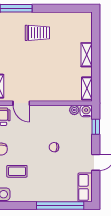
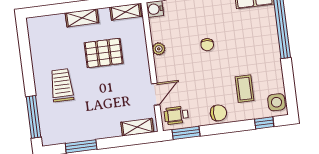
pallet: (58, 68) -> (104, 53), added
plant: (74, 110) -> (159, 49), moved

